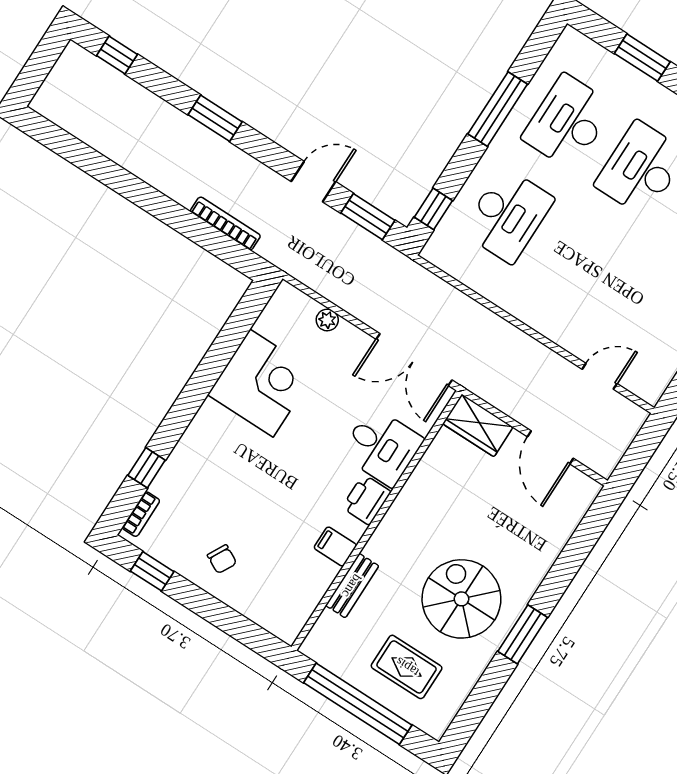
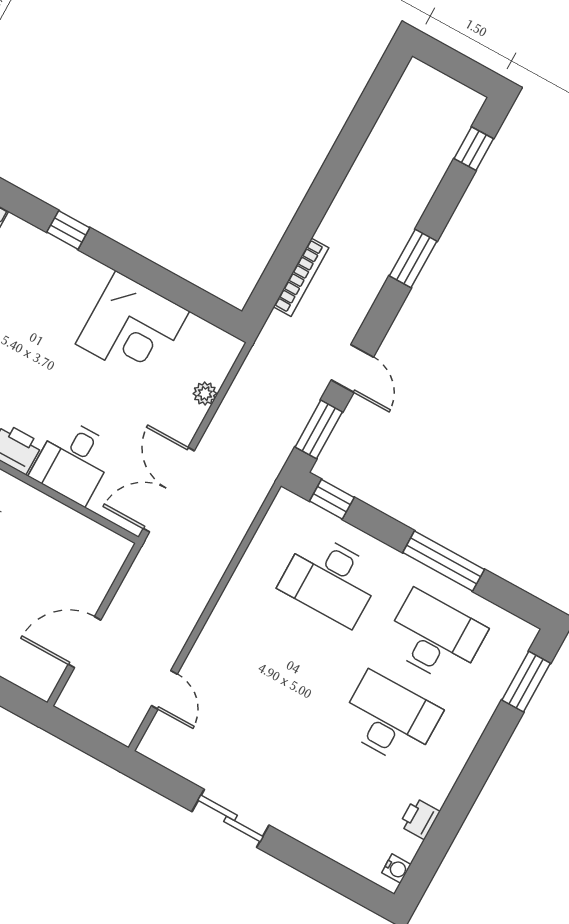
window: (642, 58) -> (526, 682), moved
wardrobe: (478, 425) -> (103, 563), removed
window: (147, 468) -> (68, 230), moved

